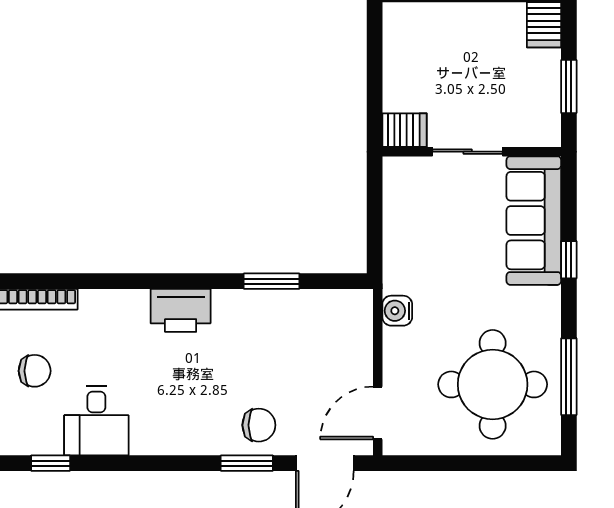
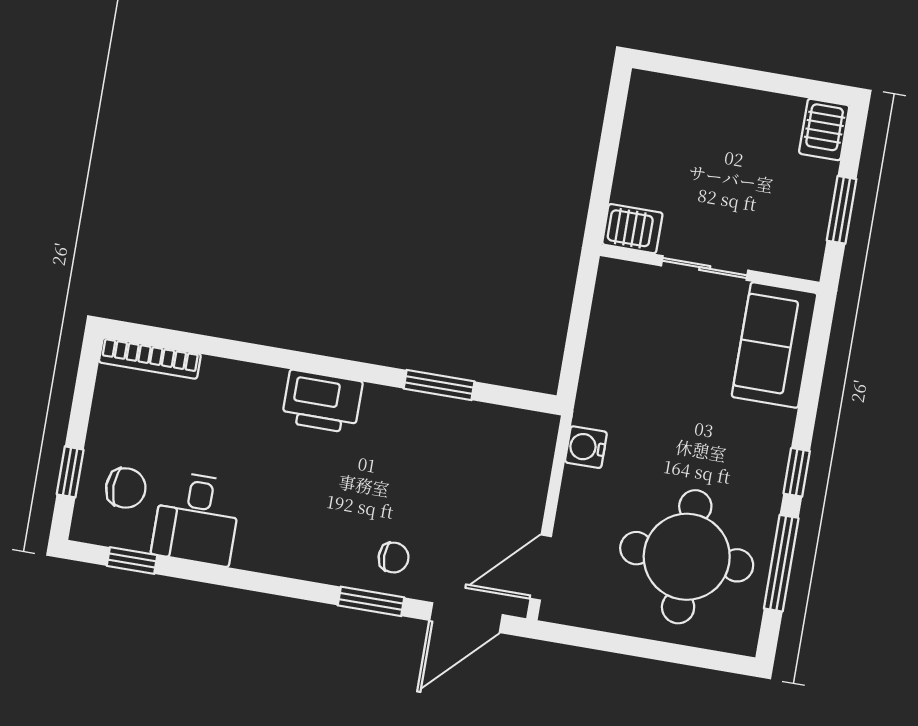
sofa: (534, 221) -> (775, 345), width x0.73
window: (569, 260) -> (797, 472), moved
chair: (35, 371) -> (126, 488), moved
chair: (259, 425) -> (394, 558), width x0.73, depth x0.73

